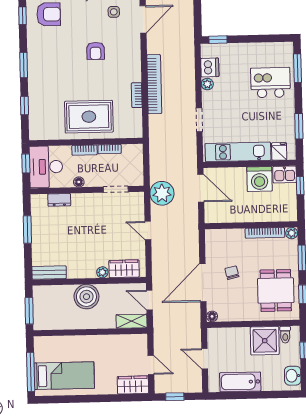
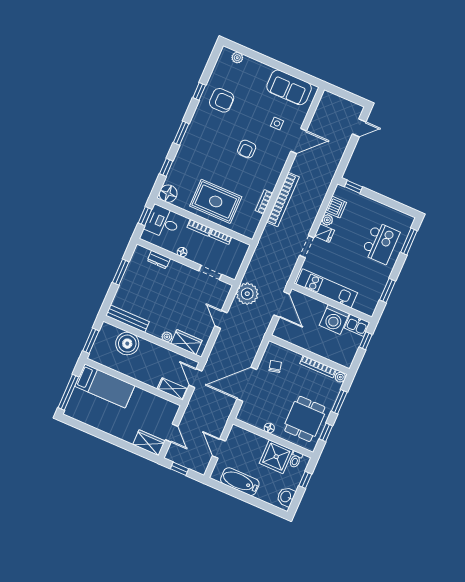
kitchen island: (270, 83) -> (381, 243), turned 90
floor lamp: (38, 131) -> (168, 194), added
fridge: (279, 151) -> (324, 233), moved, turned 90
desk: (46, 167) -> (163, 222), width x0.73
bench: (49, 273) -> (127, 319), width x1.36
chair: (232, 273) -> (275, 366), moved
boiler: (86, 297) -> (127, 344), moved
floor lamp: (212, 316) -> (269, 428), moved
bed: (64, 376) -> (105, 386), moved

